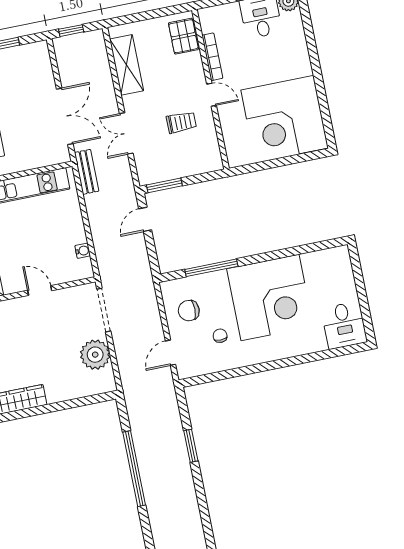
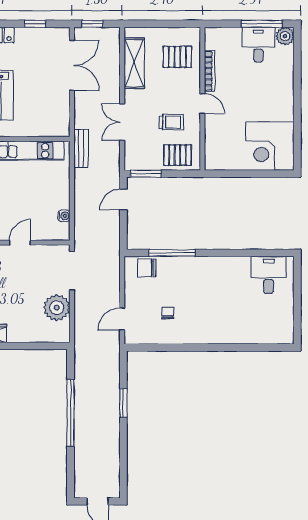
pallet: (183, 36) -> (177, 57), moved, turned 90
double door: (65, 116) -> (72, 65), moved
corner desk: (285, 119) -> (270, 146), width x0.74, depth x0.74
pallet: (195, 158) -> (177, 155), added
door: (40, 290) -> (20, 243), hinge flipped
corner desk: (270, 297) -> (218, 289), removed
chair: (189, 311) -> (147, 268), moved
desk: (344, 325) -> (269, 275), moved, turned 180

